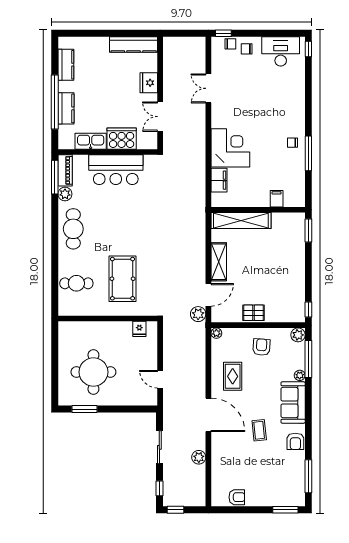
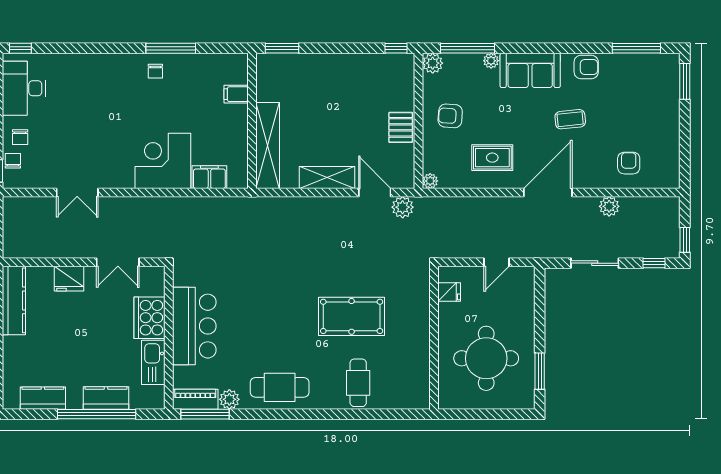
wall: (108, 318) -> (434, 338), moved
fridge: (139, 329) -> (449, 292), moved
armchair: (237, 497) -> (629, 163), moved

